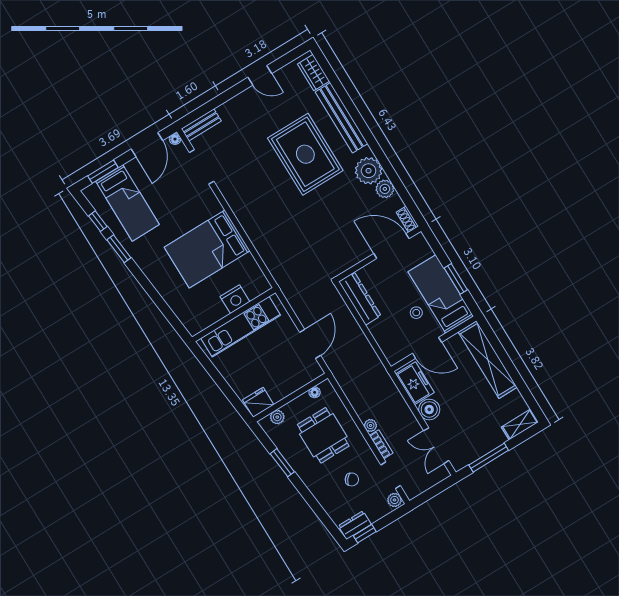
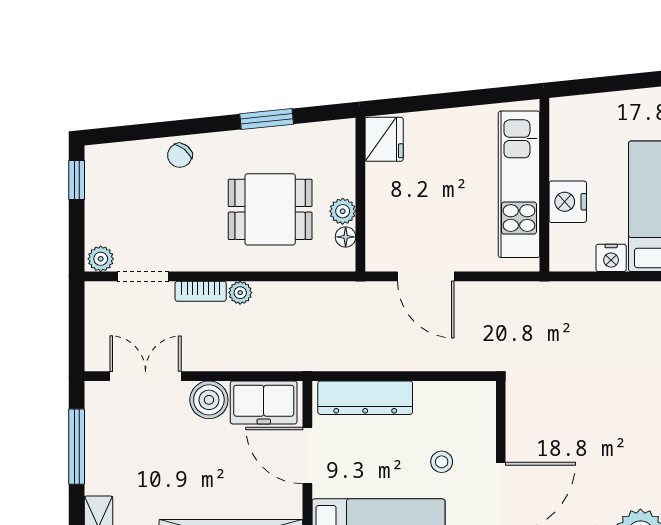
nightstand: (249, 263) -> (611, 258), added
dresser: (360, 299) -> (365, 398), moved
stool: (416, 313) -> (442, 462), moved
door: (427, 348) -> (307, 455), hinge flipped
plant: (277, 417) -> (343, 211), moved
chair: (352, 479) -> (180, 155), moved
dresser: (355, 525) -> (99, 173), removed

